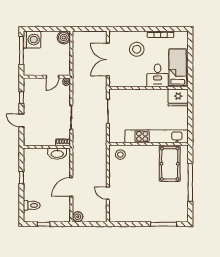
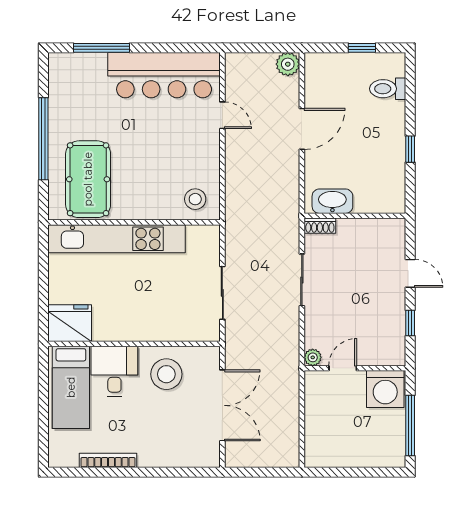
boiler: (64, 37) -> (318, 454), removed
washing machine: (32, 40) -> (385, 389), moved, turned -90
stool: (137, 49) -> (166, 374), moved
bar counter: (135, 212) -> (164, 75), added

